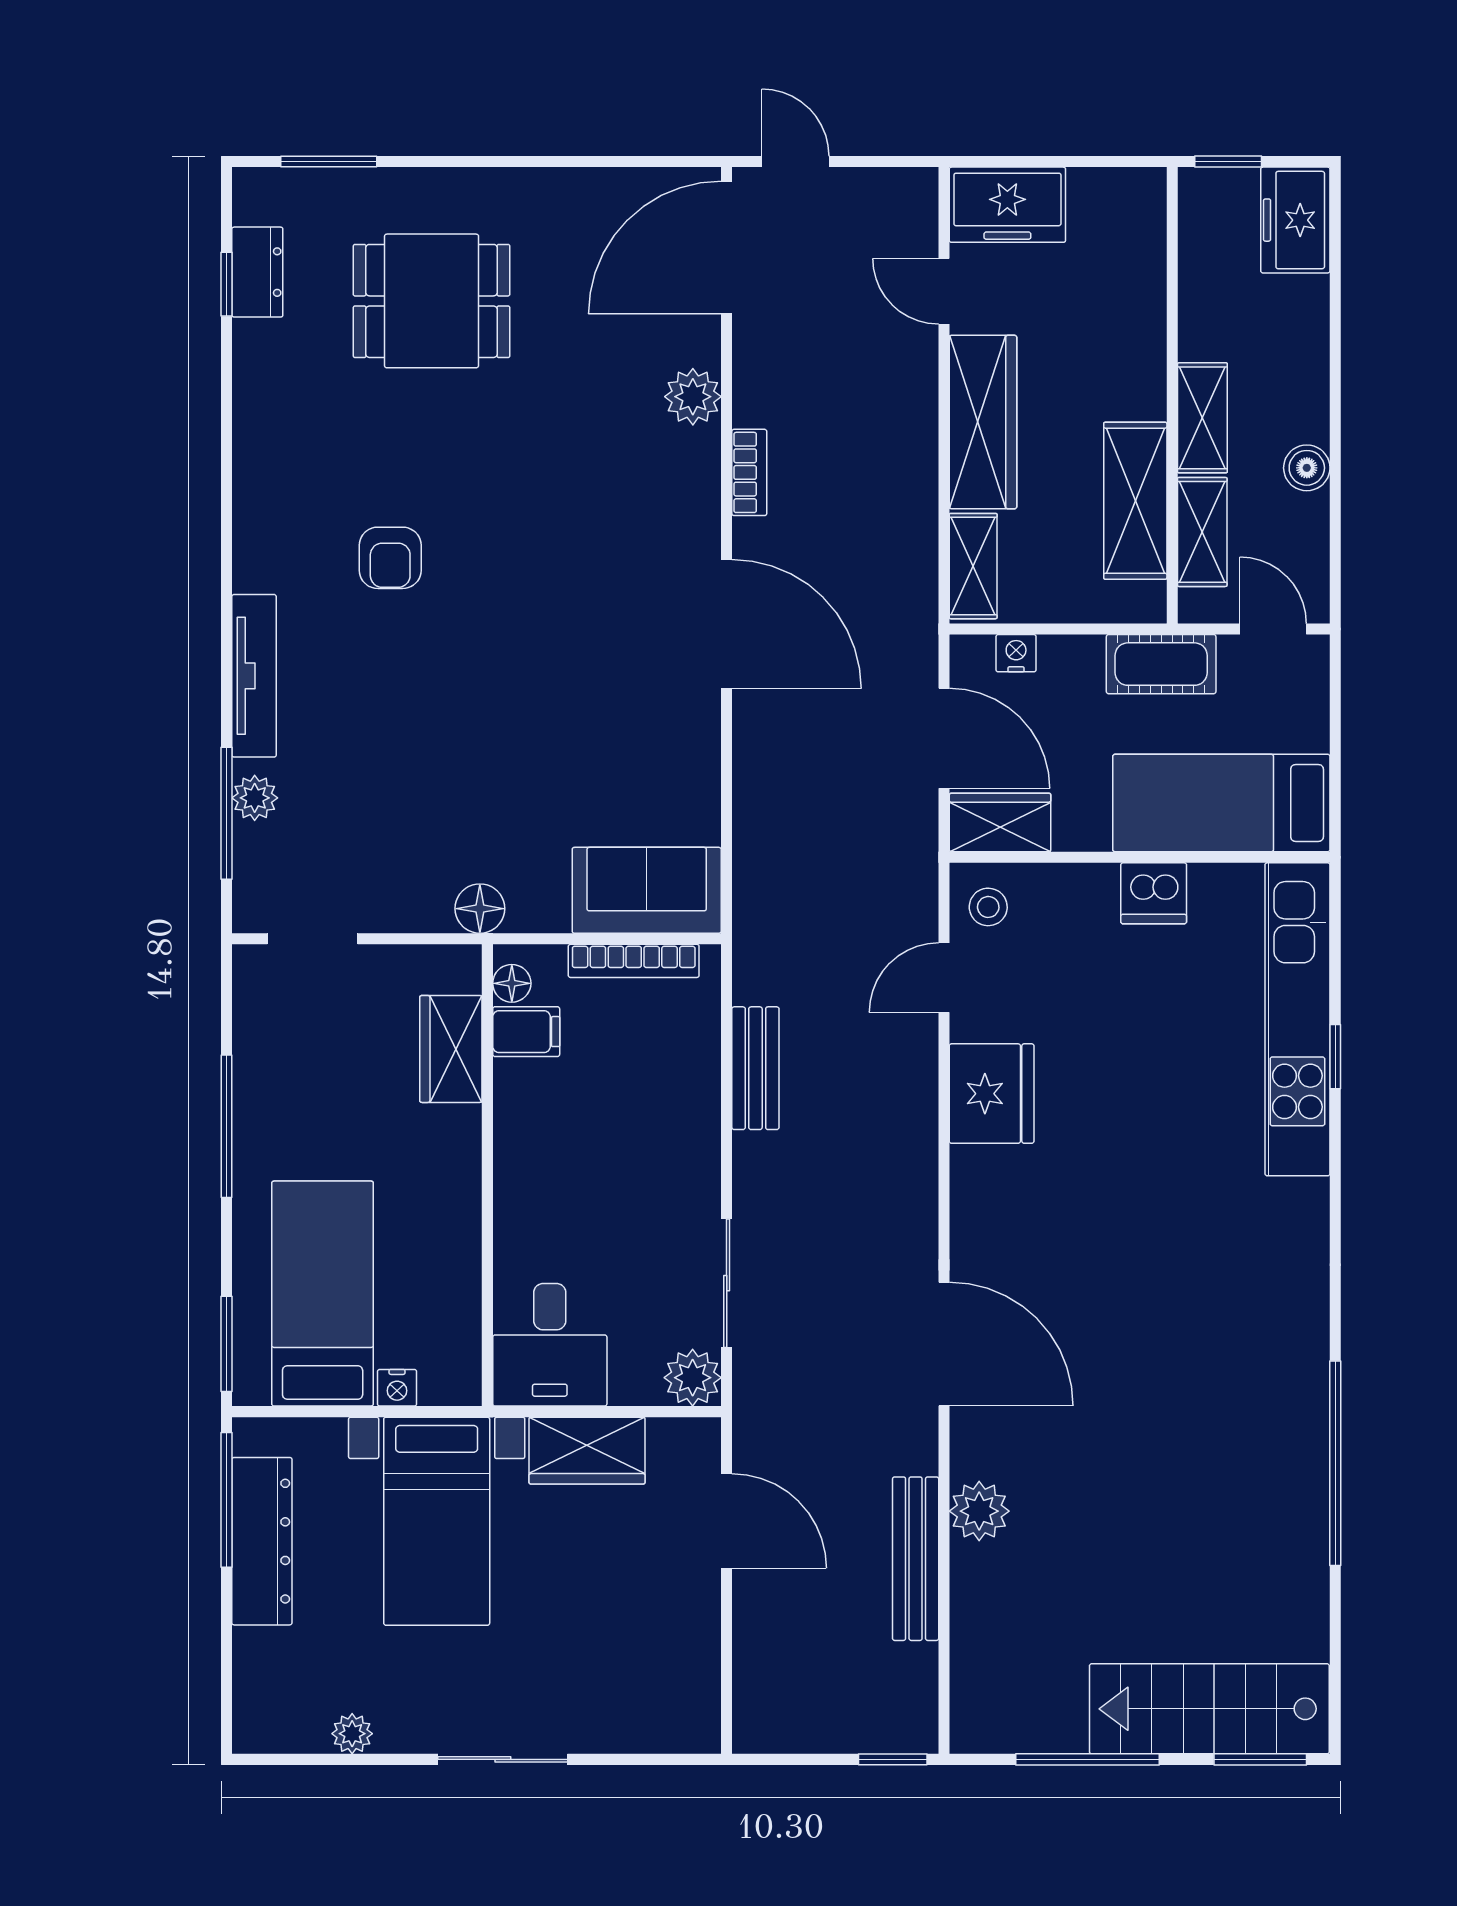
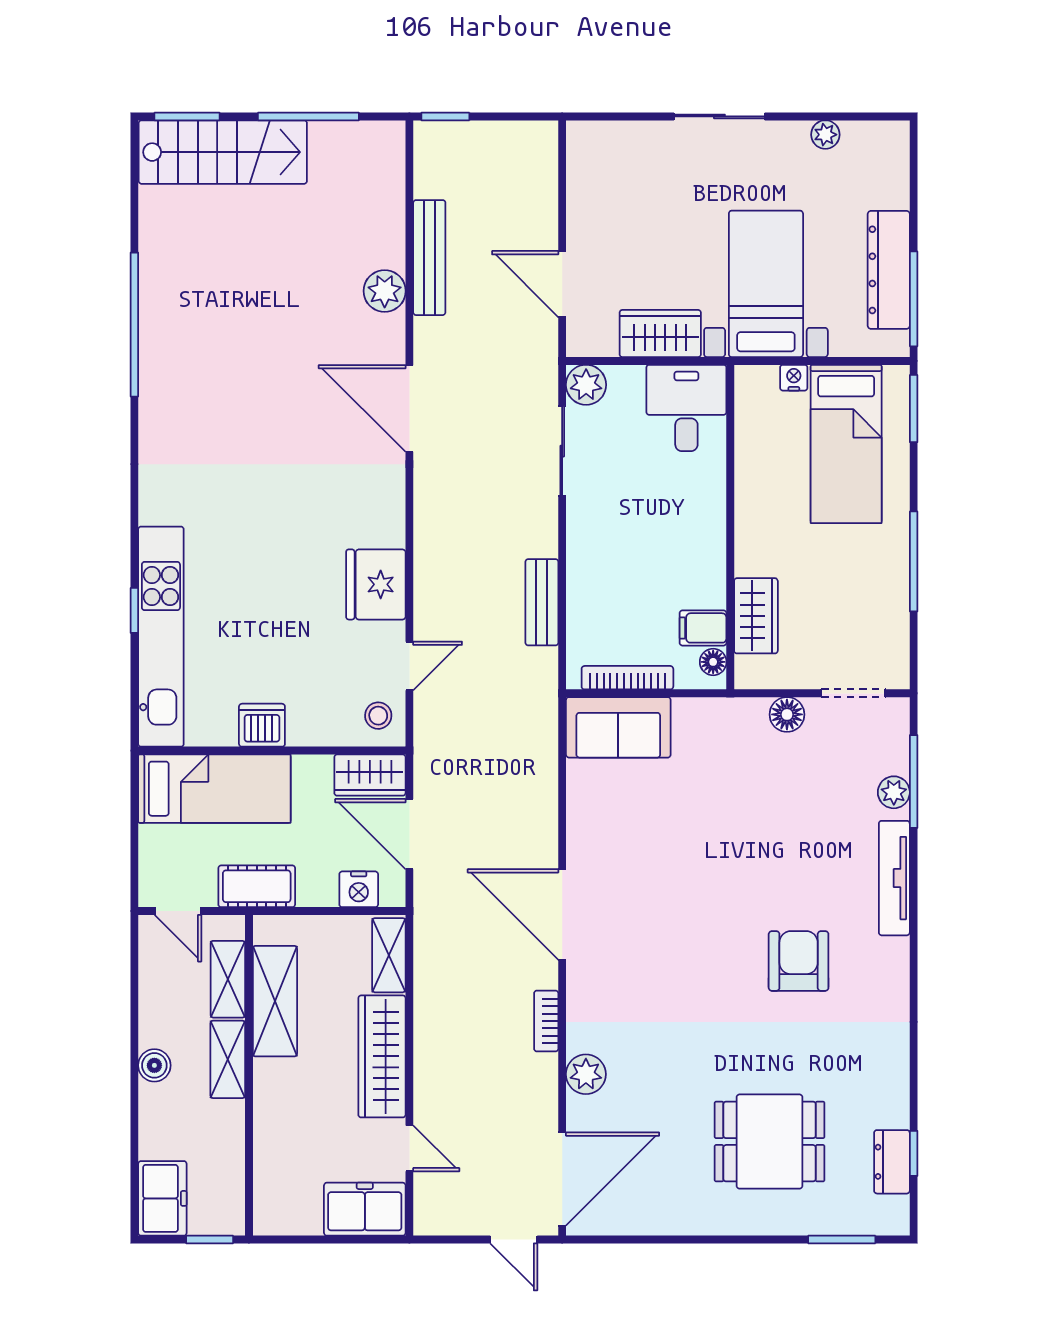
boiler: (1307, 468) -> (154, 1065), moved
armchair: (390, 558) -> (799, 961), width x1.38, depth x1.38
nightstand: (1016, 653) -> (359, 889), width x1.39, depth x1.35
floor lamp: (480, 909) -> (787, 714), moved

